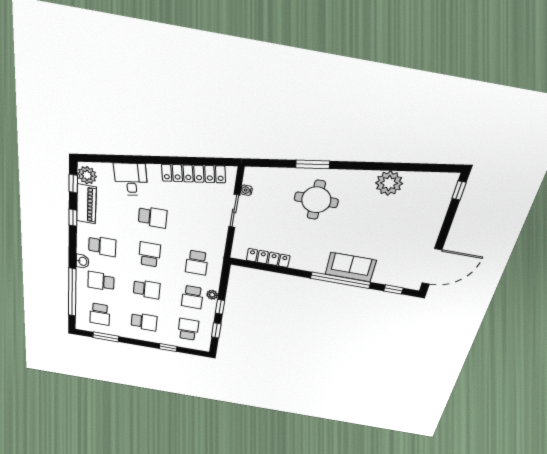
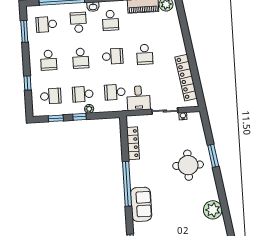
desk: (131, 179) -> (138, 98), moved, turned 99
window: (341, 280) -> (127, 184), moved

